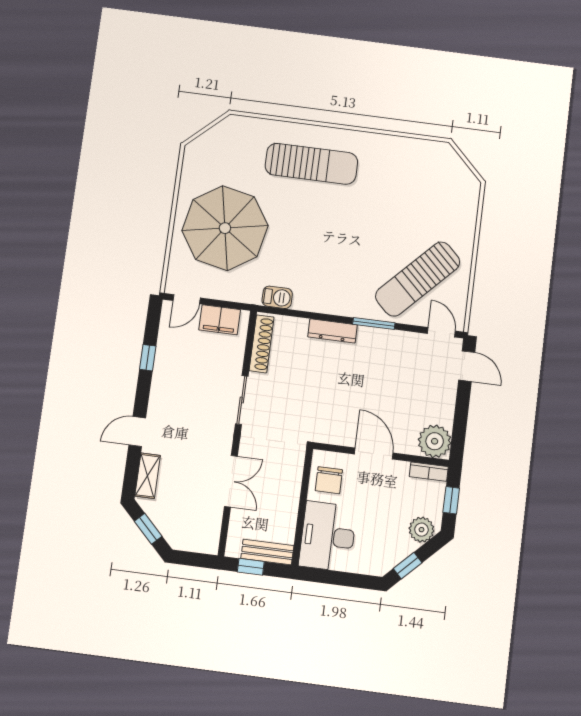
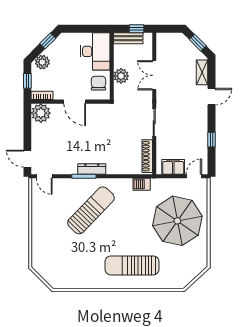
sun lounger: (418, 279) -> (91, 210), moved
dresser: (332, 331) -> (92, 169), moved
plant: (288, 488) -> (121, 76), added

